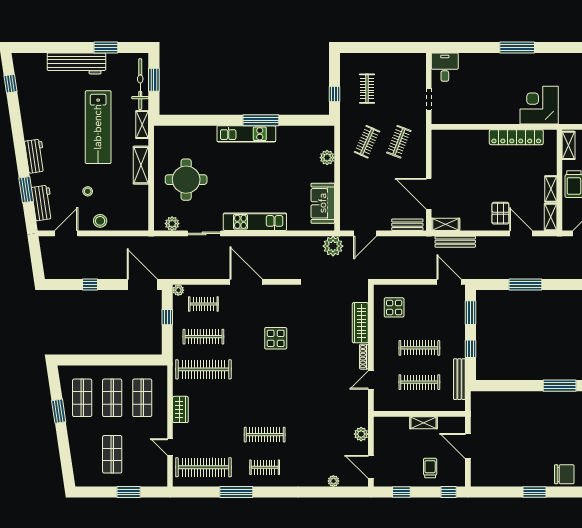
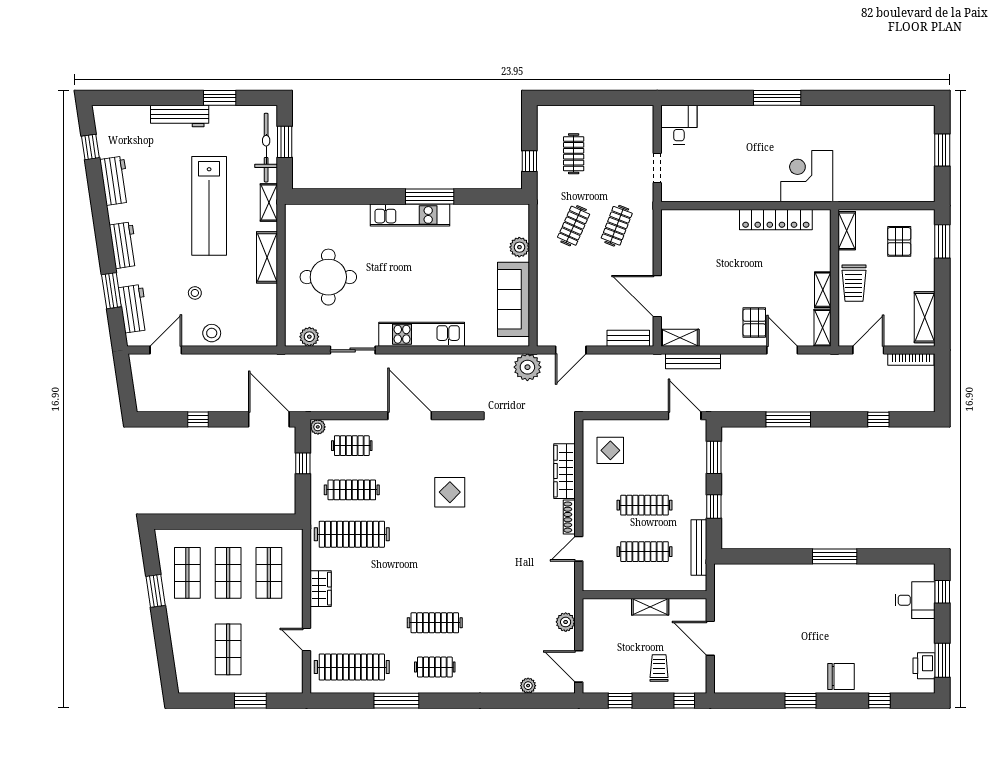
workbench: (76, 63) -> (180, 116), width x0.73, depth x0.76
workbench: (29, 108) -> (115, 181), added
sofa: (323, 203) -> (514, 299), width x1.36

